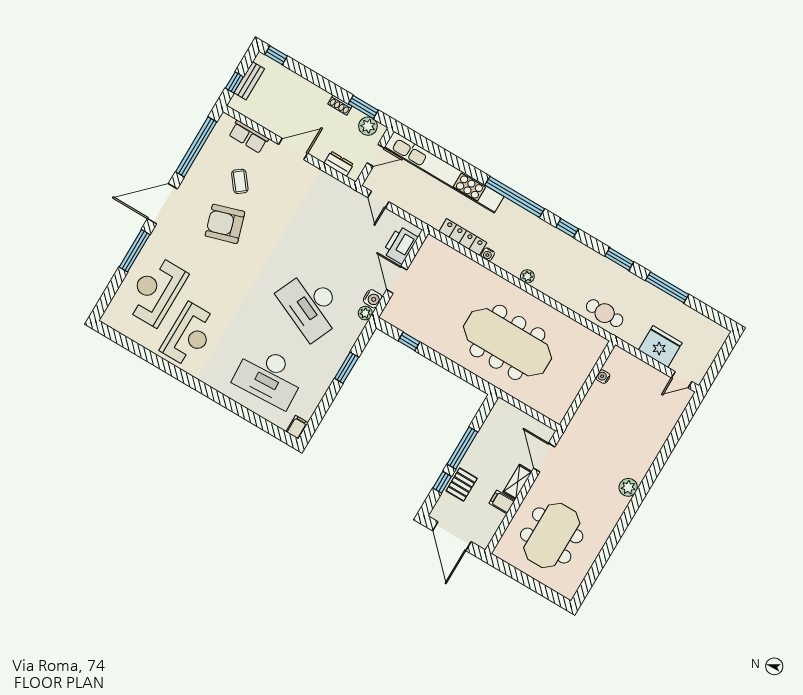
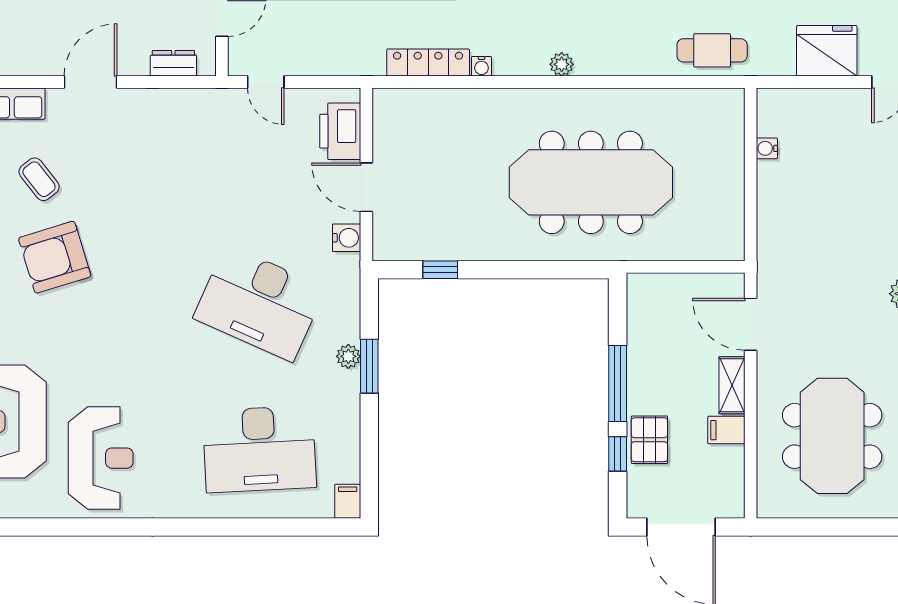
plant: (365, 313) -> (348, 356), moved

